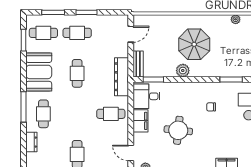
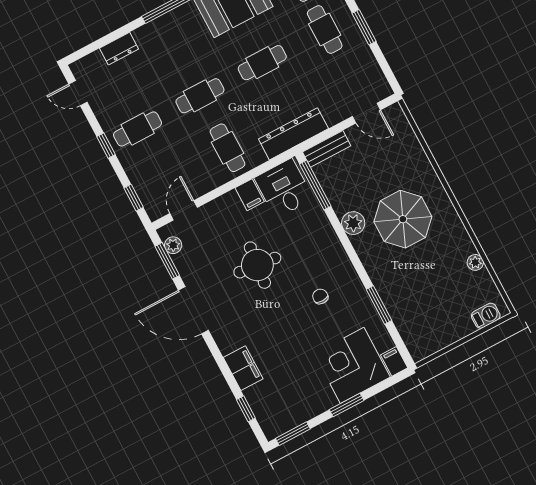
window: (153, 79) -> (315, 185), width x1.44
cafe table: (43, 114) -> (200, 96), moved
filing cabinet: (141, 121) -> (250, 195), width x0.50

